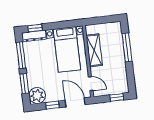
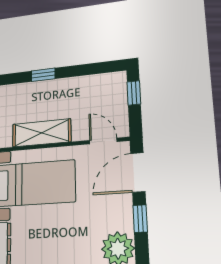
window: (127, 47) -> (43, 75), width x0.46
door: (91, 84) -> (103, 141), hinge flipped

